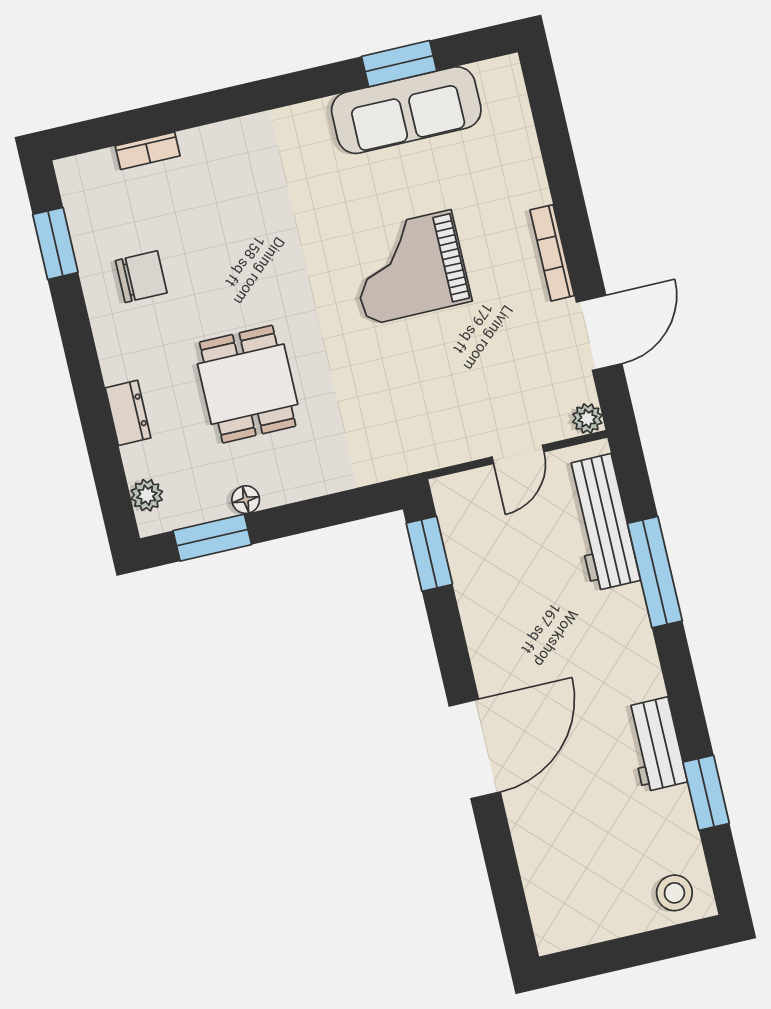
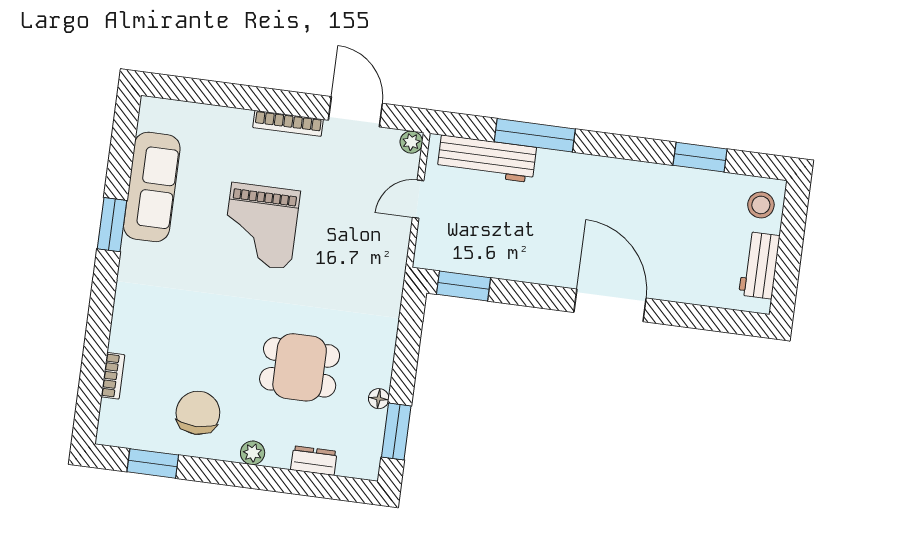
window: (399, 64) -> (112, 225), moved
chair: (141, 277) -> (198, 413), width x1.37, depth x1.37
dresser: (128, 413) -> (314, 461), moved
door: (518, 454) -> (418, 199), swing flipped
plant: (147, 495) -> (253, 453), moved
workbench: (656, 744) -> (759, 265), moved, turned 90

